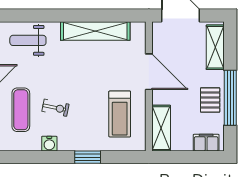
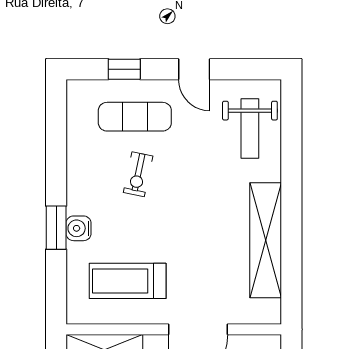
weight bench: (28, 40) -> (250, 129), turned 180
water cooler: (49, 144) -> (79, 228), moved

